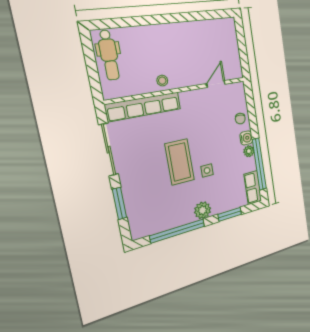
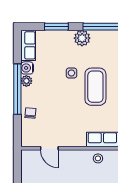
door: (216, 84) -> (49, 148), hinge flipped
water cooler: (246, 138) -> (27, 68), moved
window: (259, 164) -> (17, 89), moved

